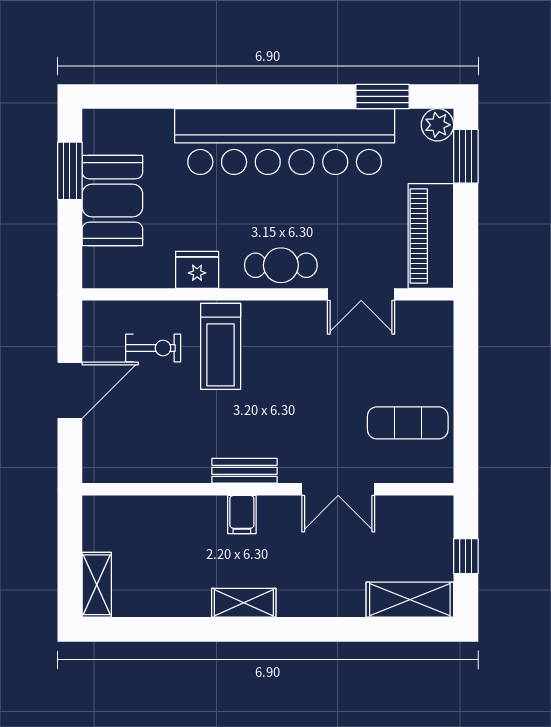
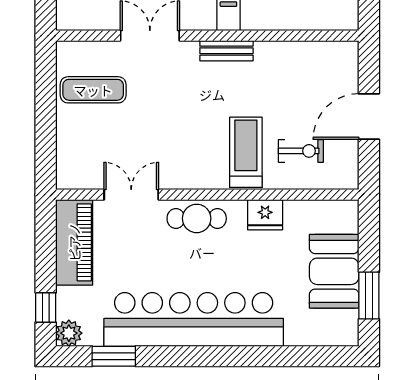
window: (466, 156) -> (46, 307), width x0.67
exercise bike: (153, 348) -> (301, 151), turned 180

